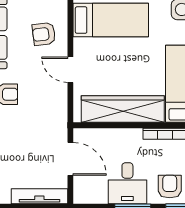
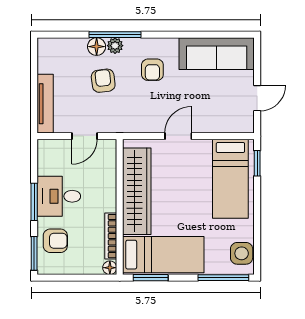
armchair: (44, 34) -> (103, 81), moved
door: (70, 159) -> (84, 136), width x0.73

